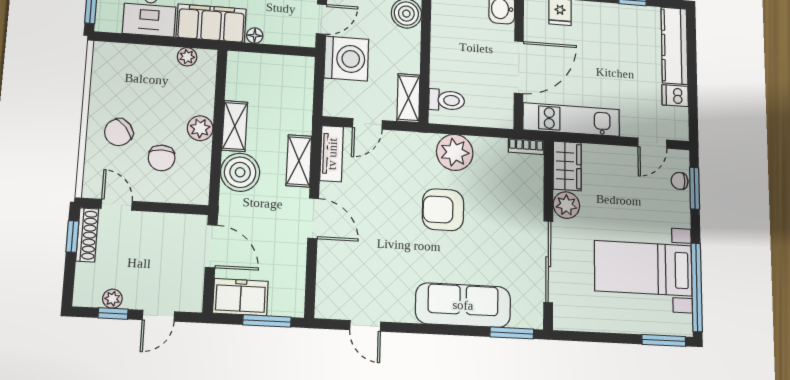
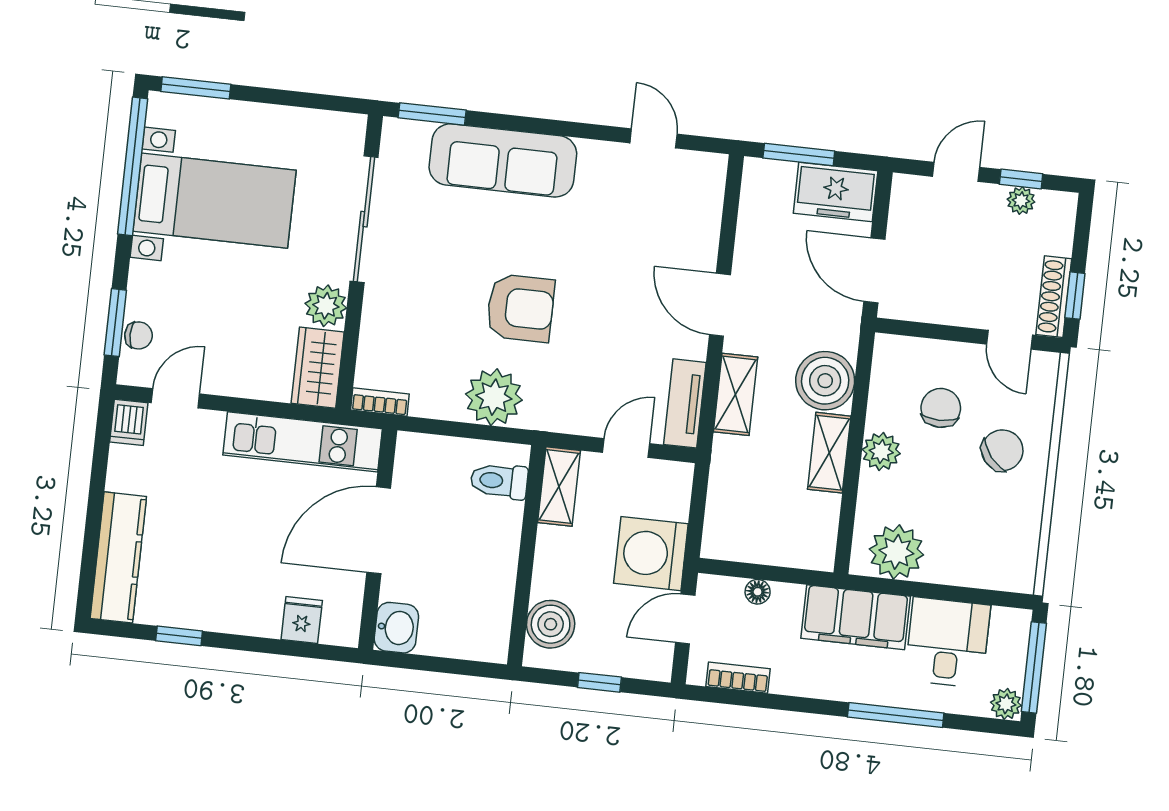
floor lamp: (255, 36) -> (758, 592), moved
plant: (187, 57) -> (896, 552), width x1.88, depth x1.88
dishwasher: (675, 96) -> (129, 422), moved, turned 90

